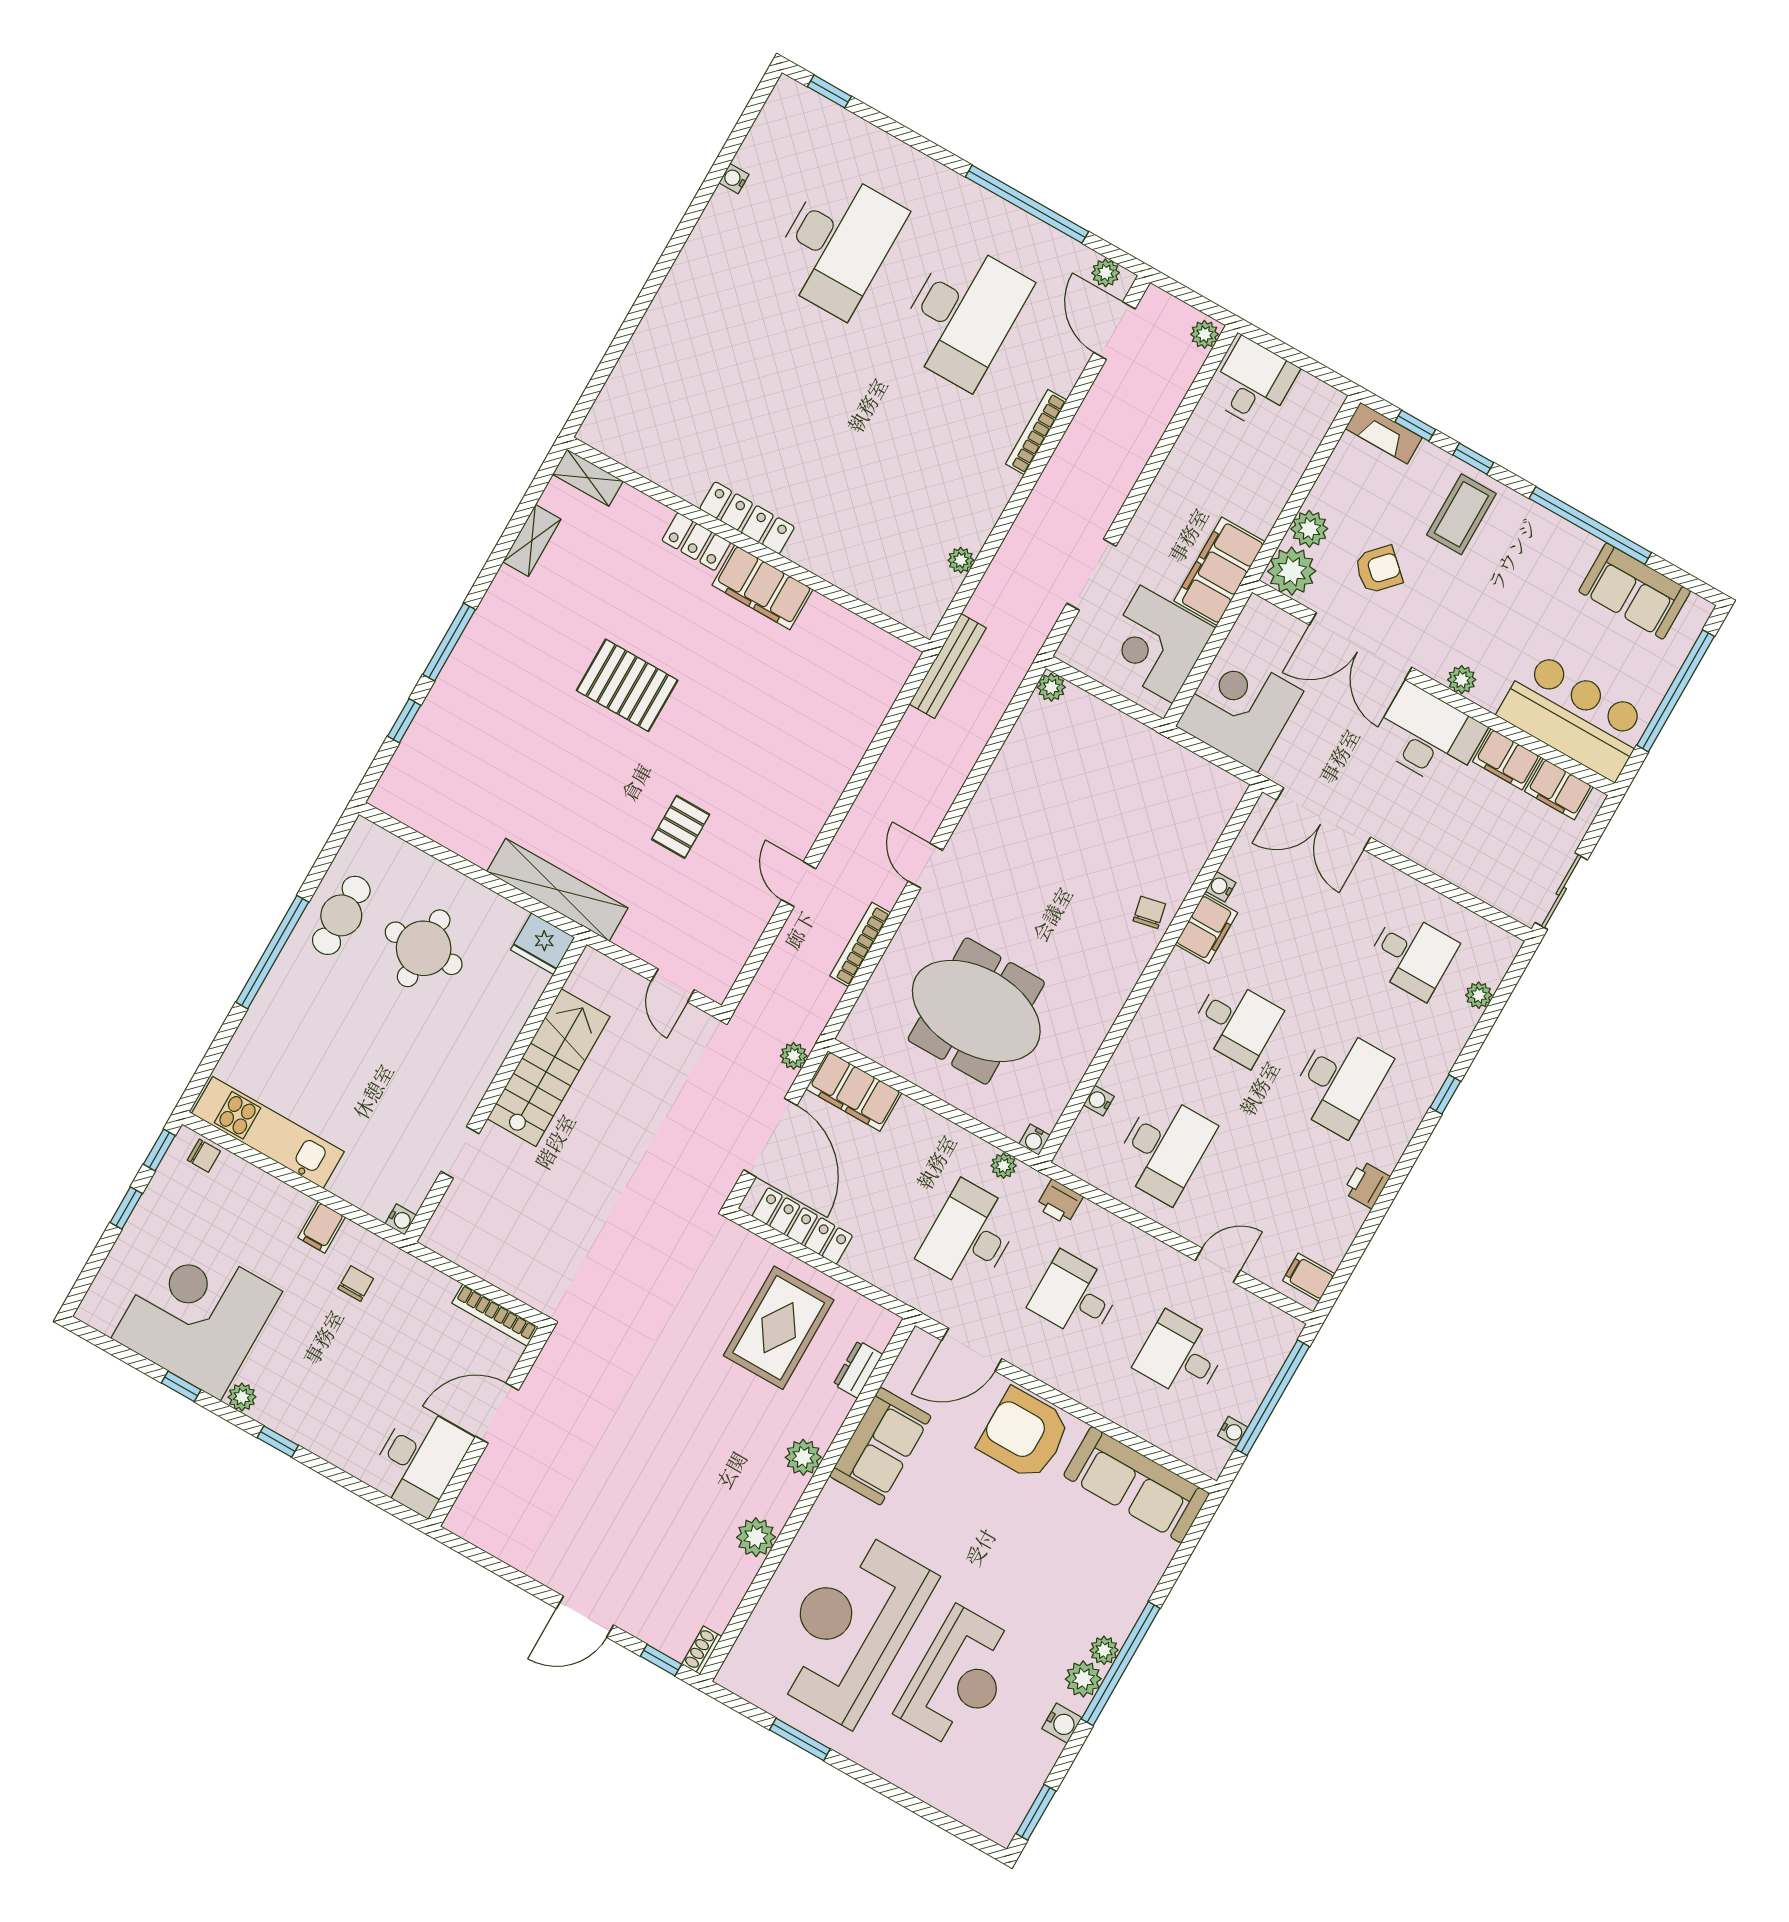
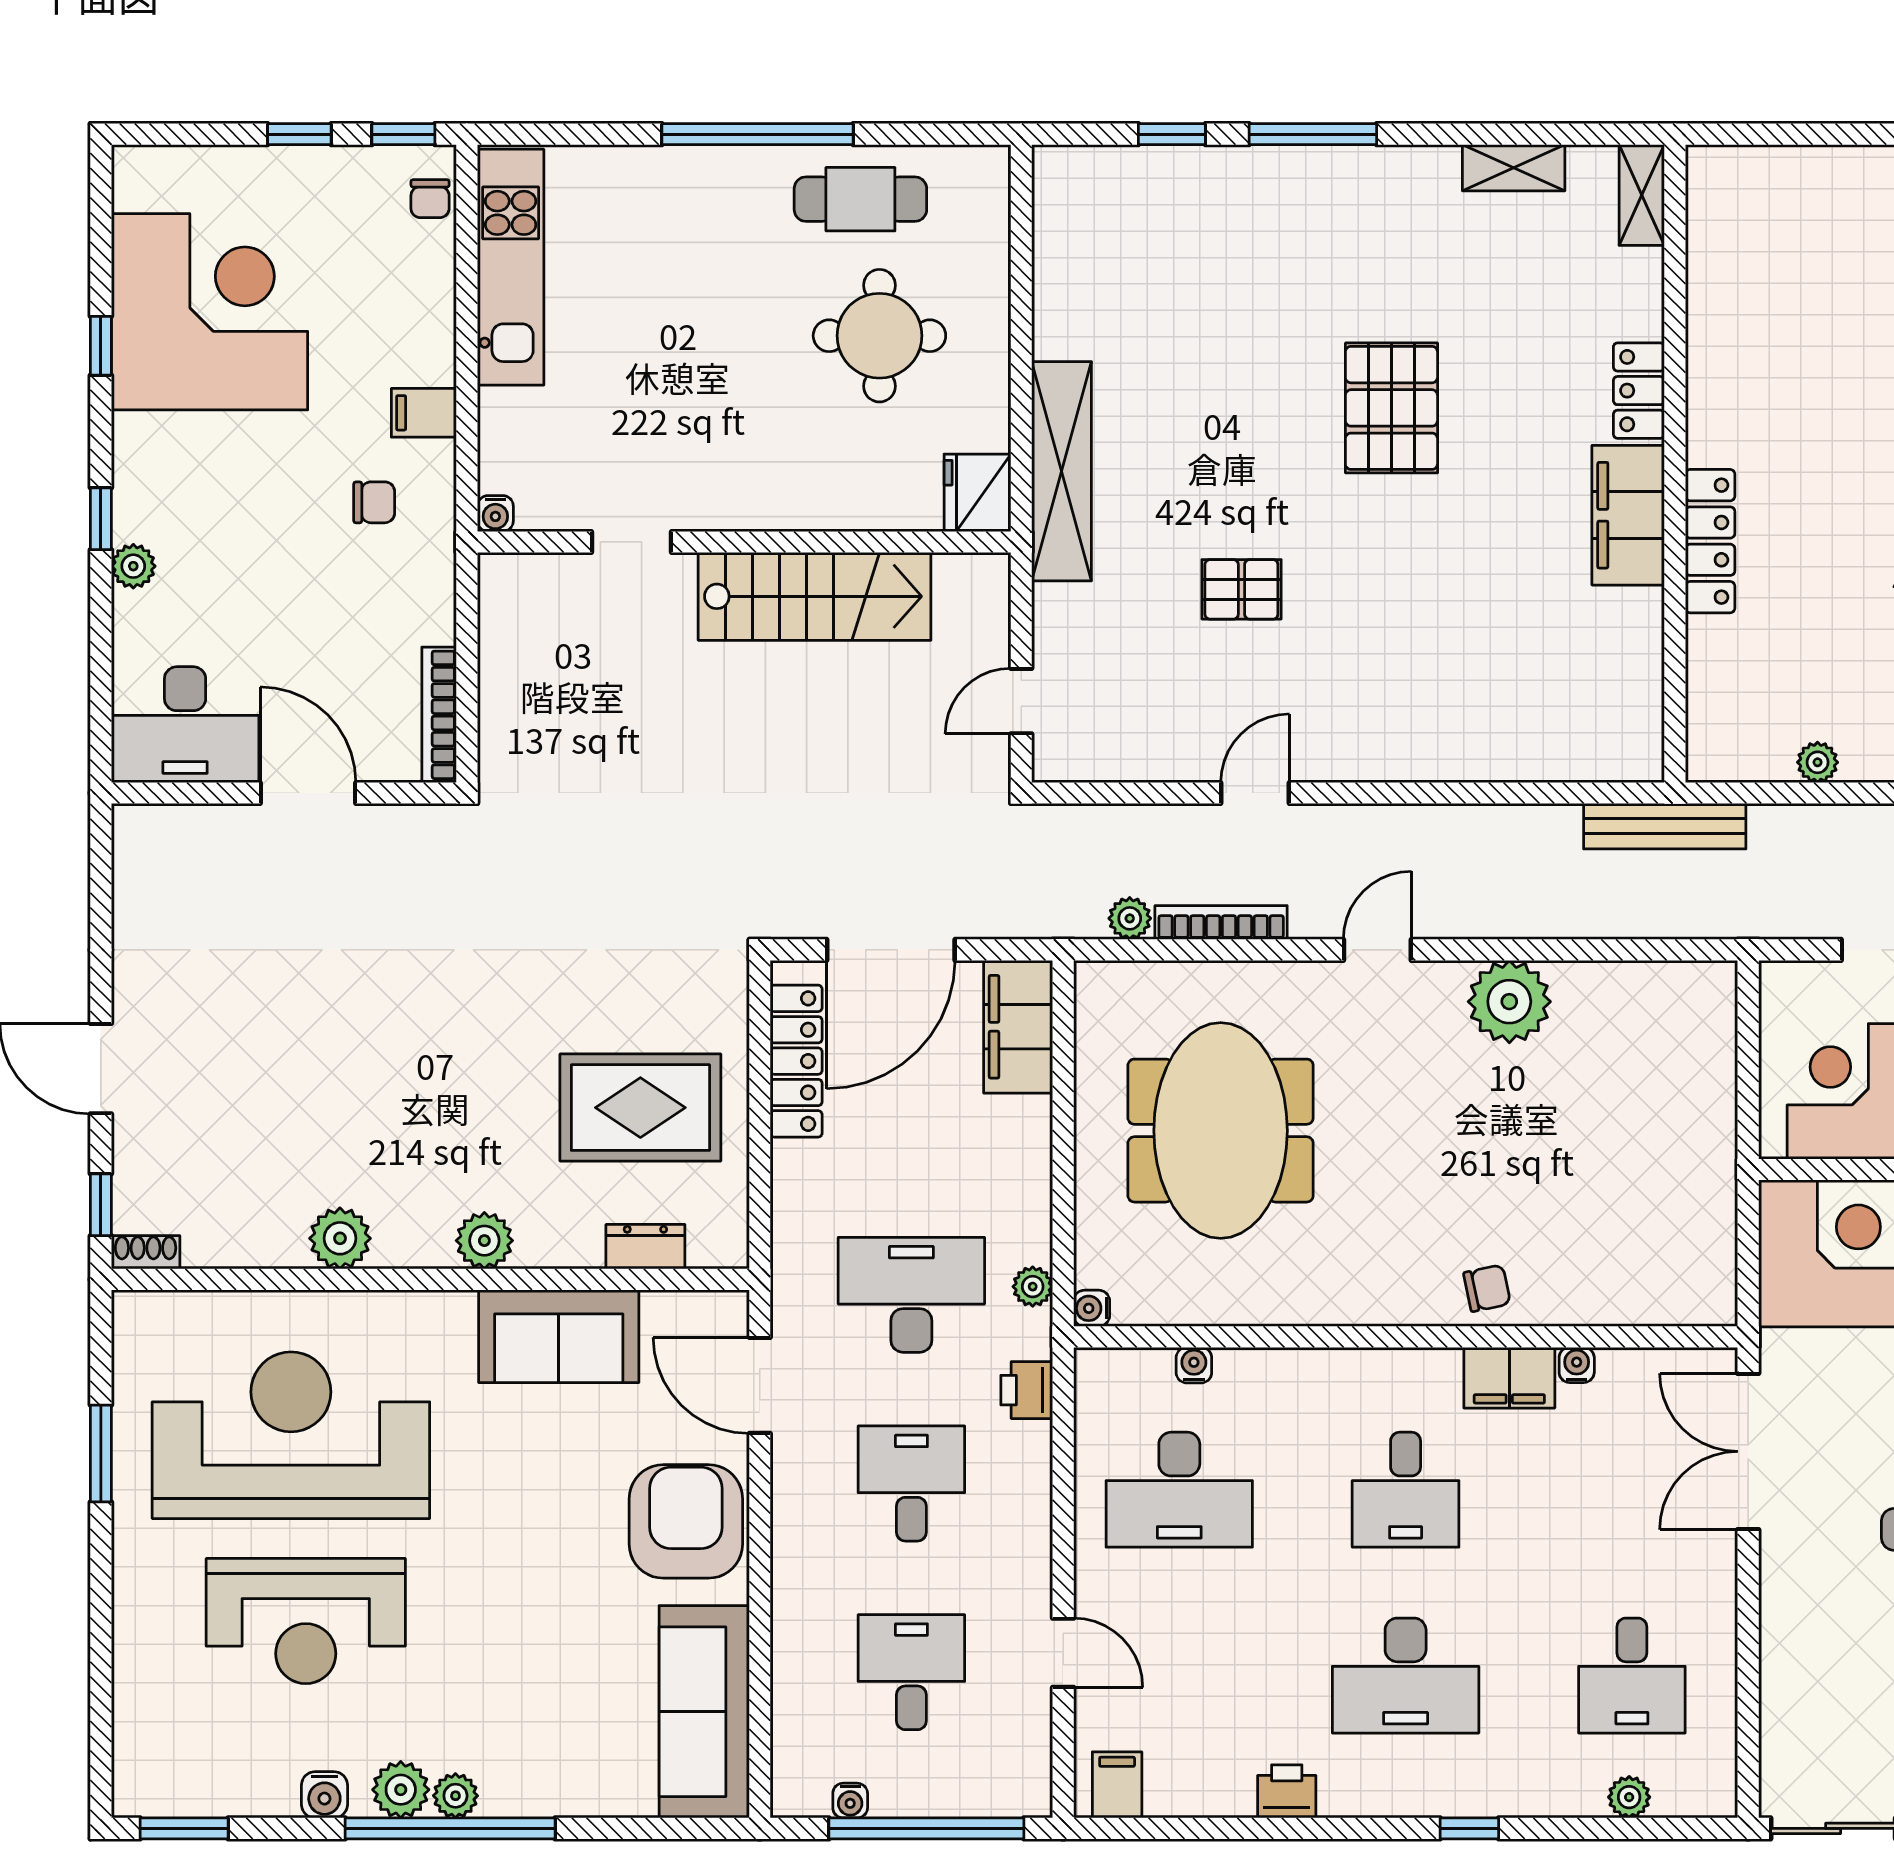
locker: (747, 518) -> (1710, 541), moved
plant: (1051, 687) -> (1509, 1002), moved, width x1.88, depth x1.88
plant: (794, 1056) -> (1130, 918), moved
plant: (242, 1397) -> (133, 566), moved

